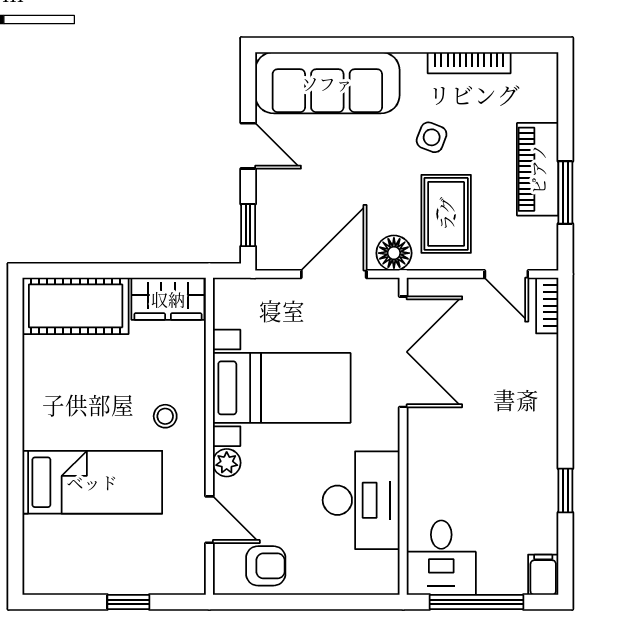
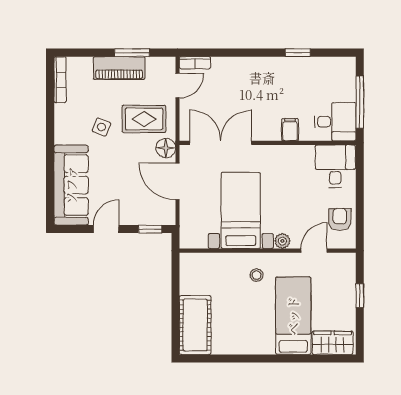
bookcase: (469, 63) -> (60, 80), moved
wardrobe: (168, 299) -> (333, 343), moved, turned -90
desk: (361, 500) -> (335, 166), moved, width x0.73
filing cabinet: (543, 575) -> (290, 130), moved, turned 90

